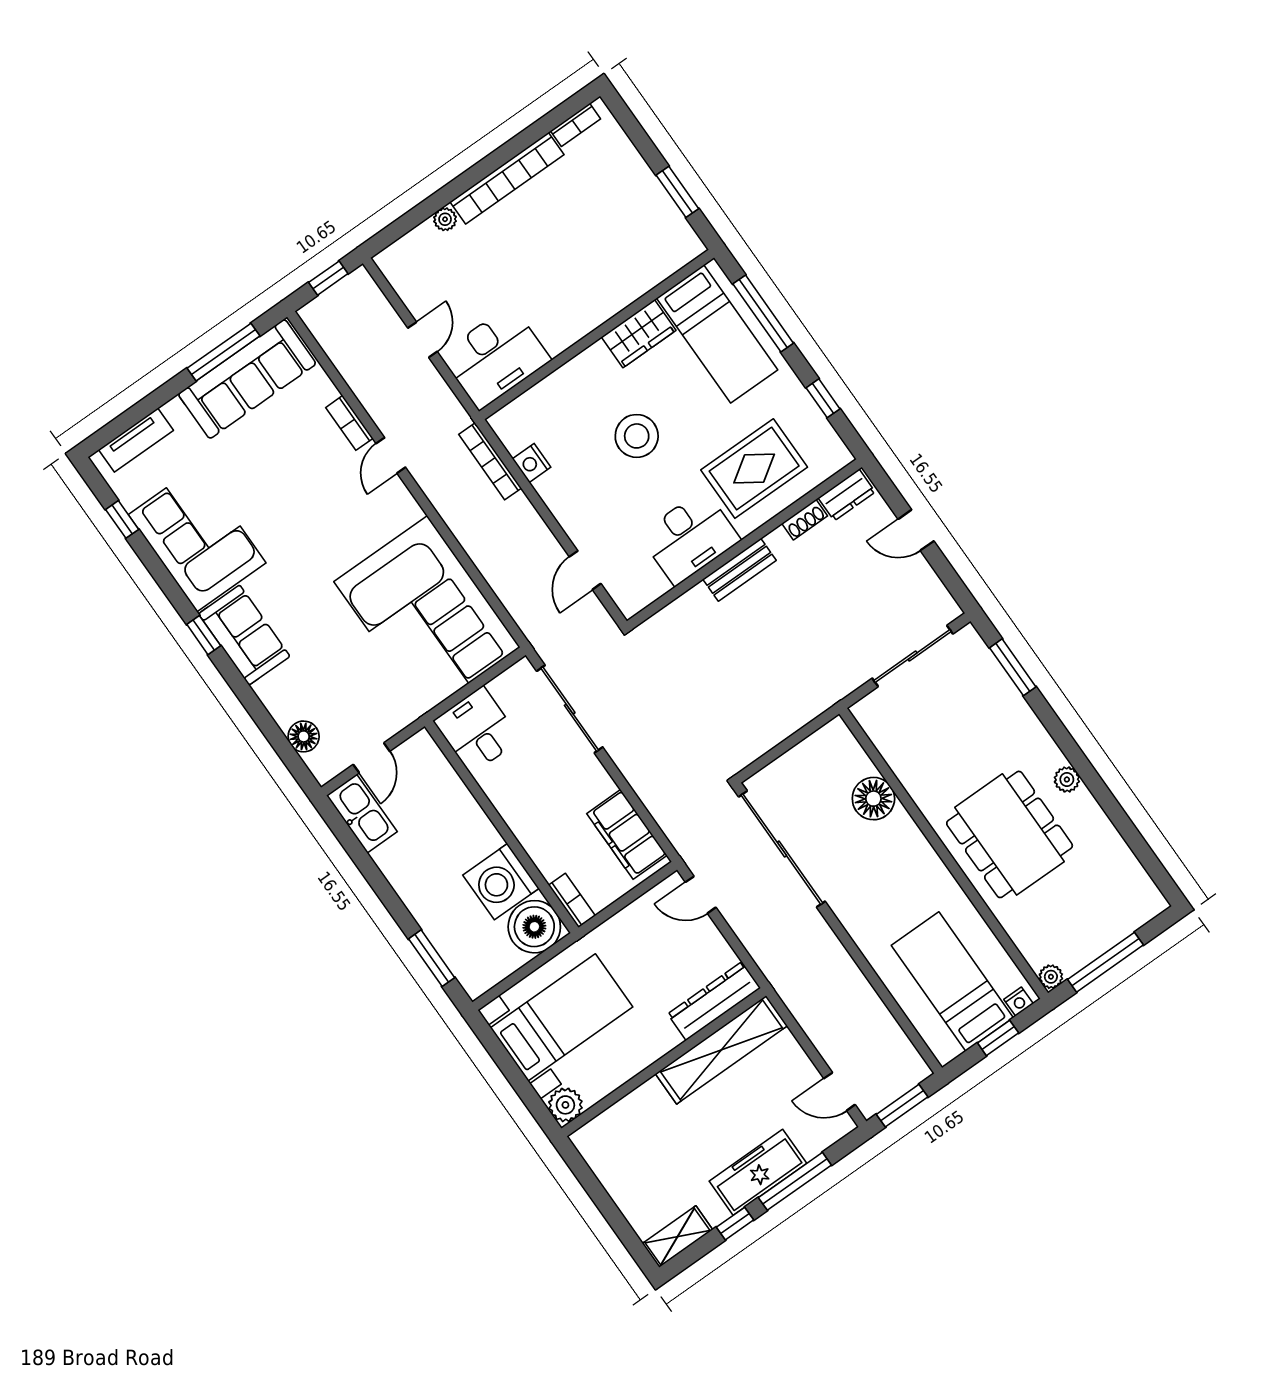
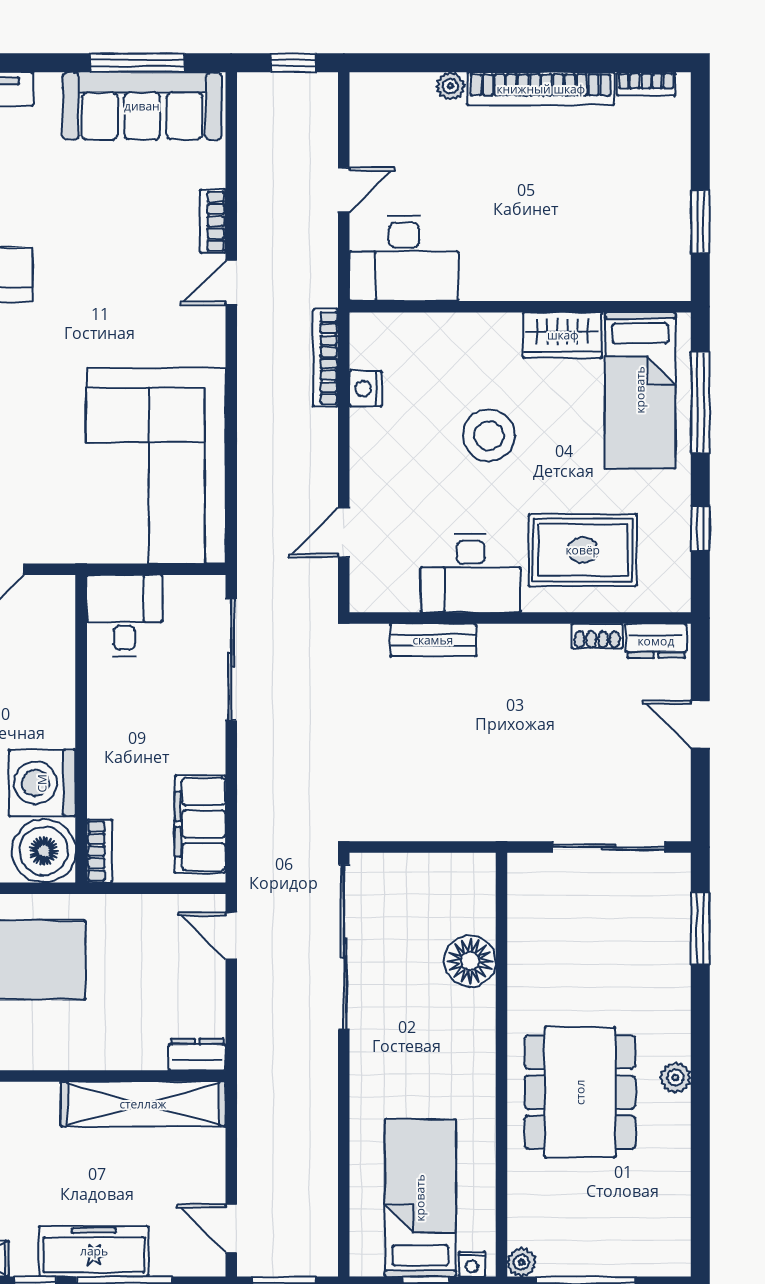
bench: (739, 570) -> (433, 640), moved
dresser: (714, 1001) -> (197, 1054), width x0.51, depth x0.80

